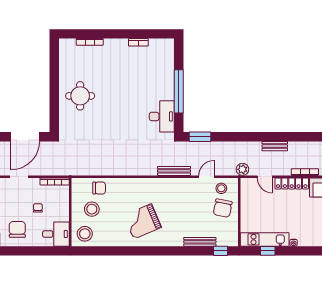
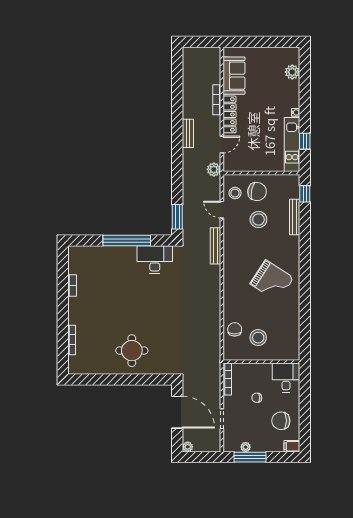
grand piano: (143, 221) -> (272, 281), turned -34
stool: (85, 234) -> (258, 220), moved

